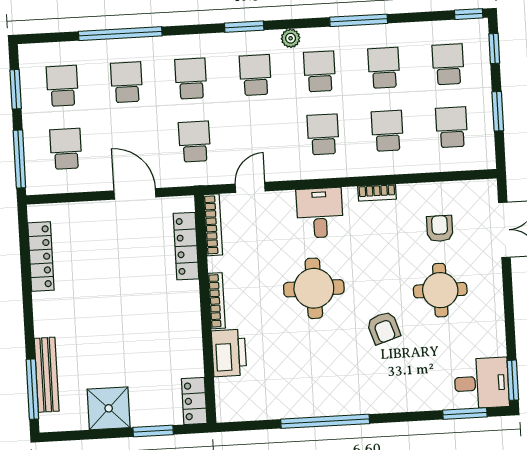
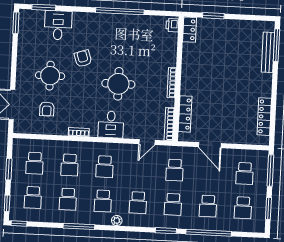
window: (244, 27) -> (166, 231), moved
printer: (229, 353) -> (172, 25), moved, width x0.53, depth x0.68
desk: (482, 383) -> (58, 25), moved, turned 90
shower: (109, 408) -> (236, 31), removed

